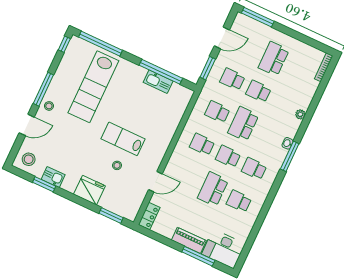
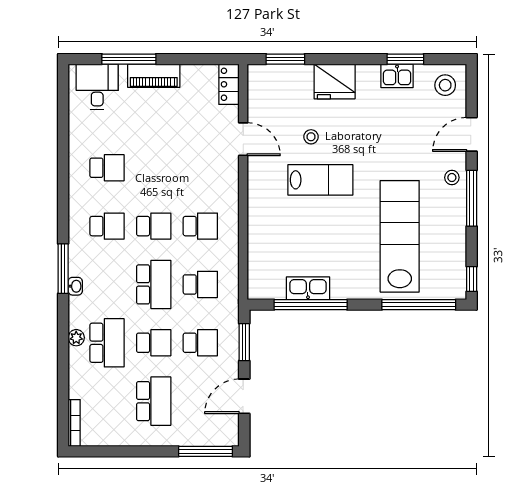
door: (155, 182) -> (243, 139), swing flipped
school desk: (213, 189) -> (107, 343), moved
desk: (223, 249) -> (97, 87), width x0.73

